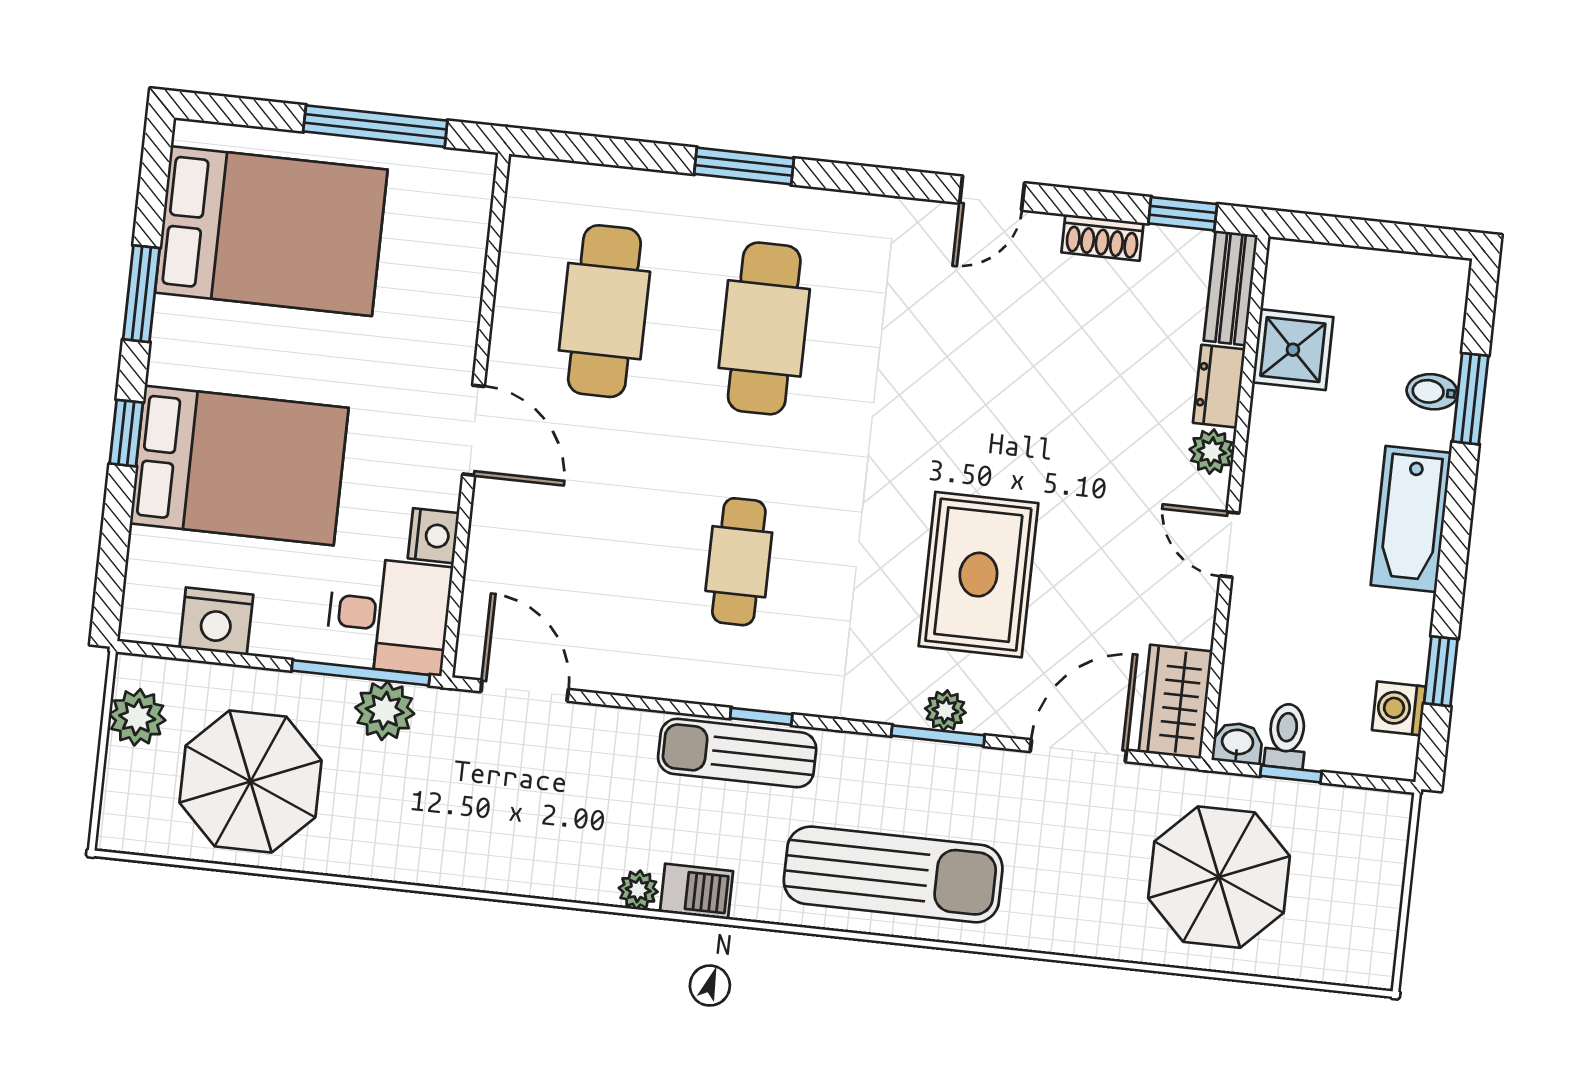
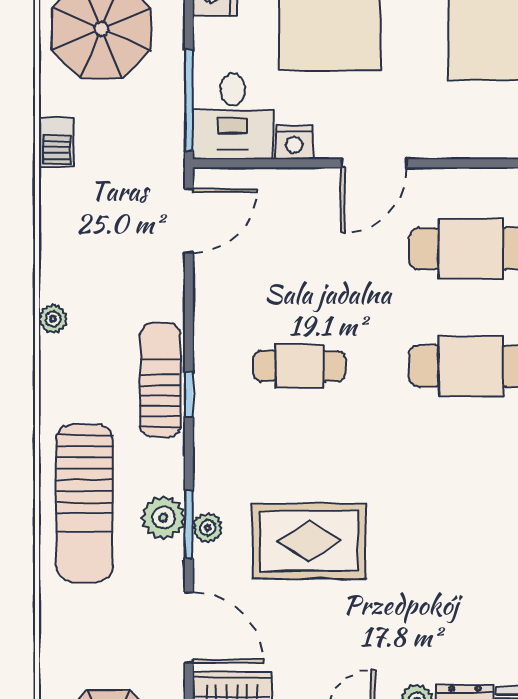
plant: (385, 711) -> (163, 518), moved
barbecue: (696, 891) -> (57, 142), moved

